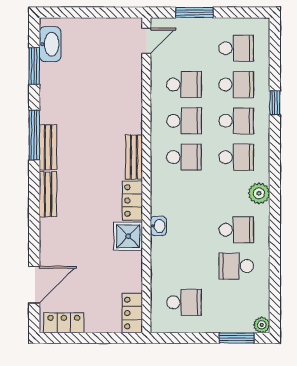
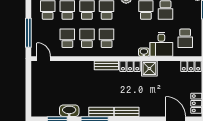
window: (194, 13) -> (28, 33), width x1.44
washbasin: (50, 44) -> (69, 111), moved
desk: (173, 258) -> (161, 44), added
school desk: (184, 302) -> (185, 38), turned 180

